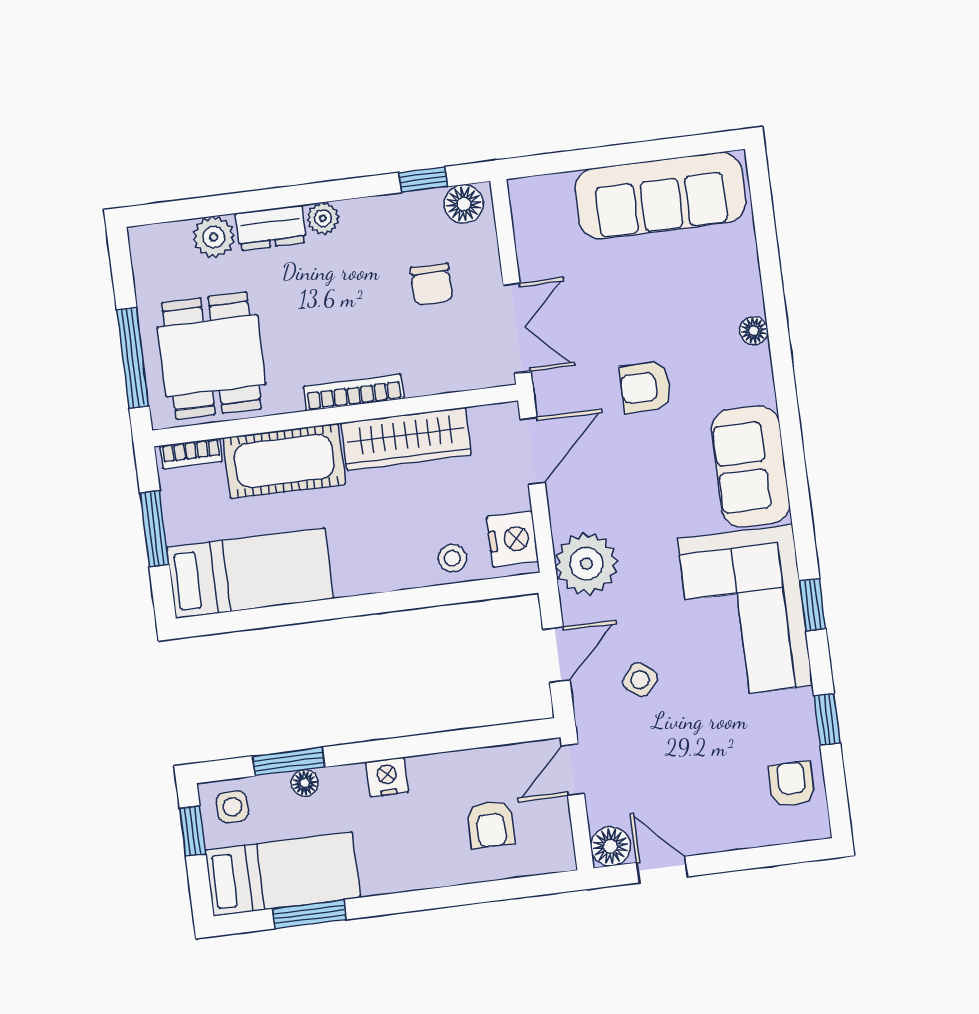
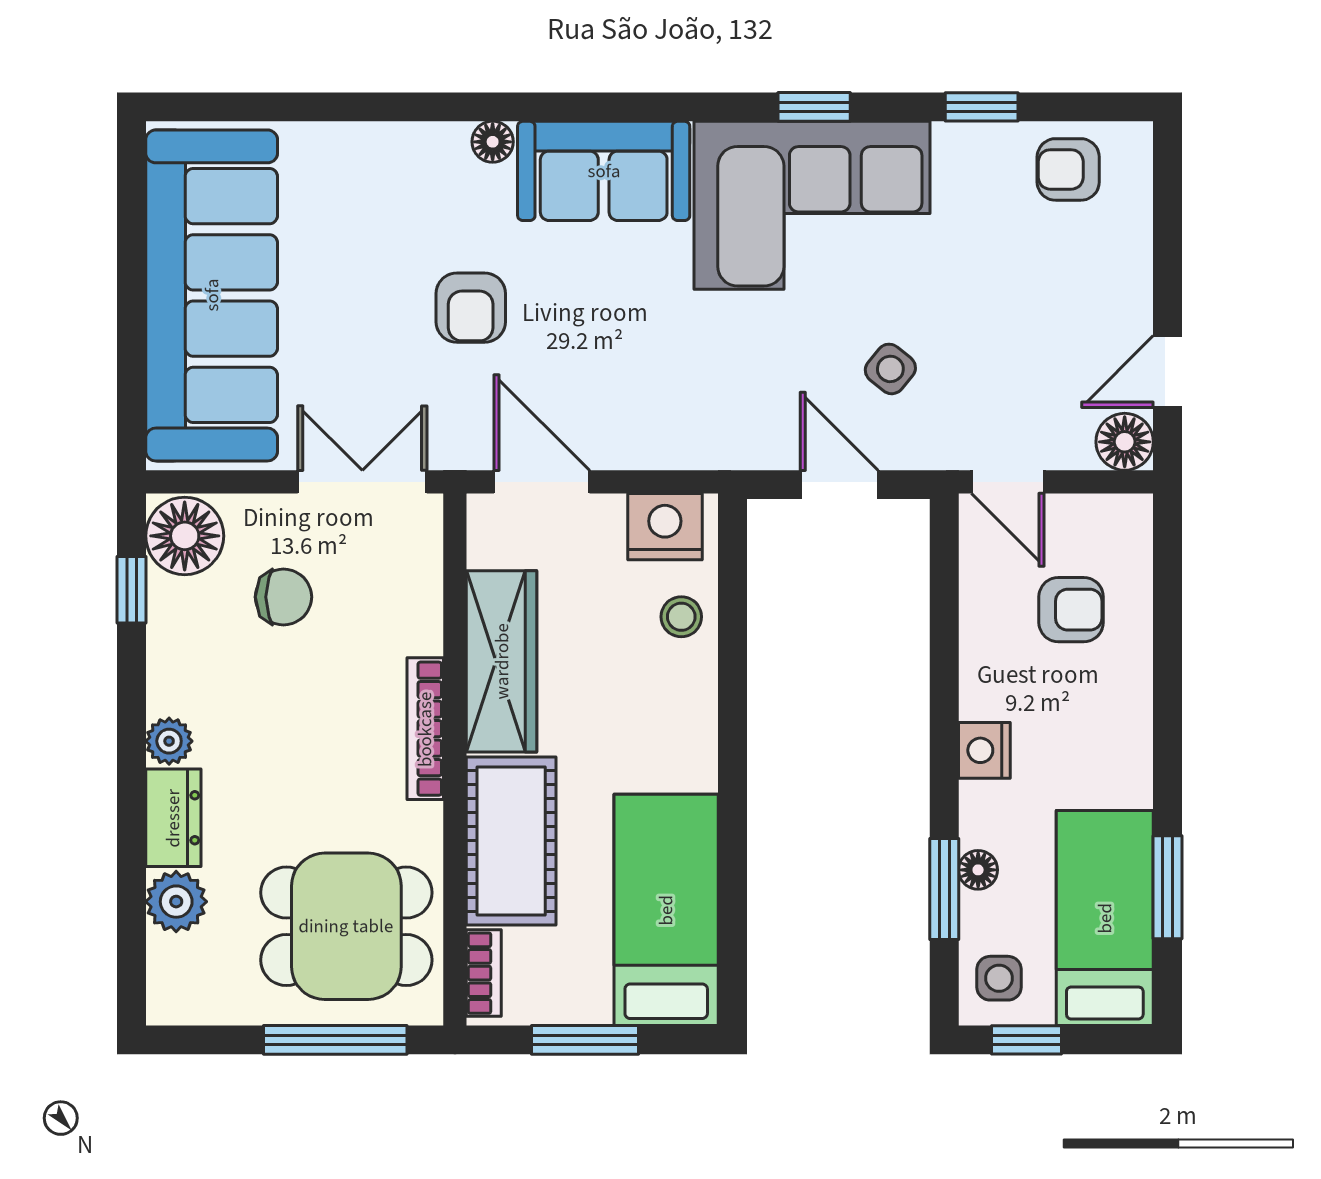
sofa: (660, 196) -> (212, 295), width x1.36, depth x1.27
floor lamp: (464, 204) -> (185, 536), width x1.38, depth x1.38
floor lamp: (754, 331) -> (493, 142), moved
plant: (586, 564) -> (714, 425), removed

